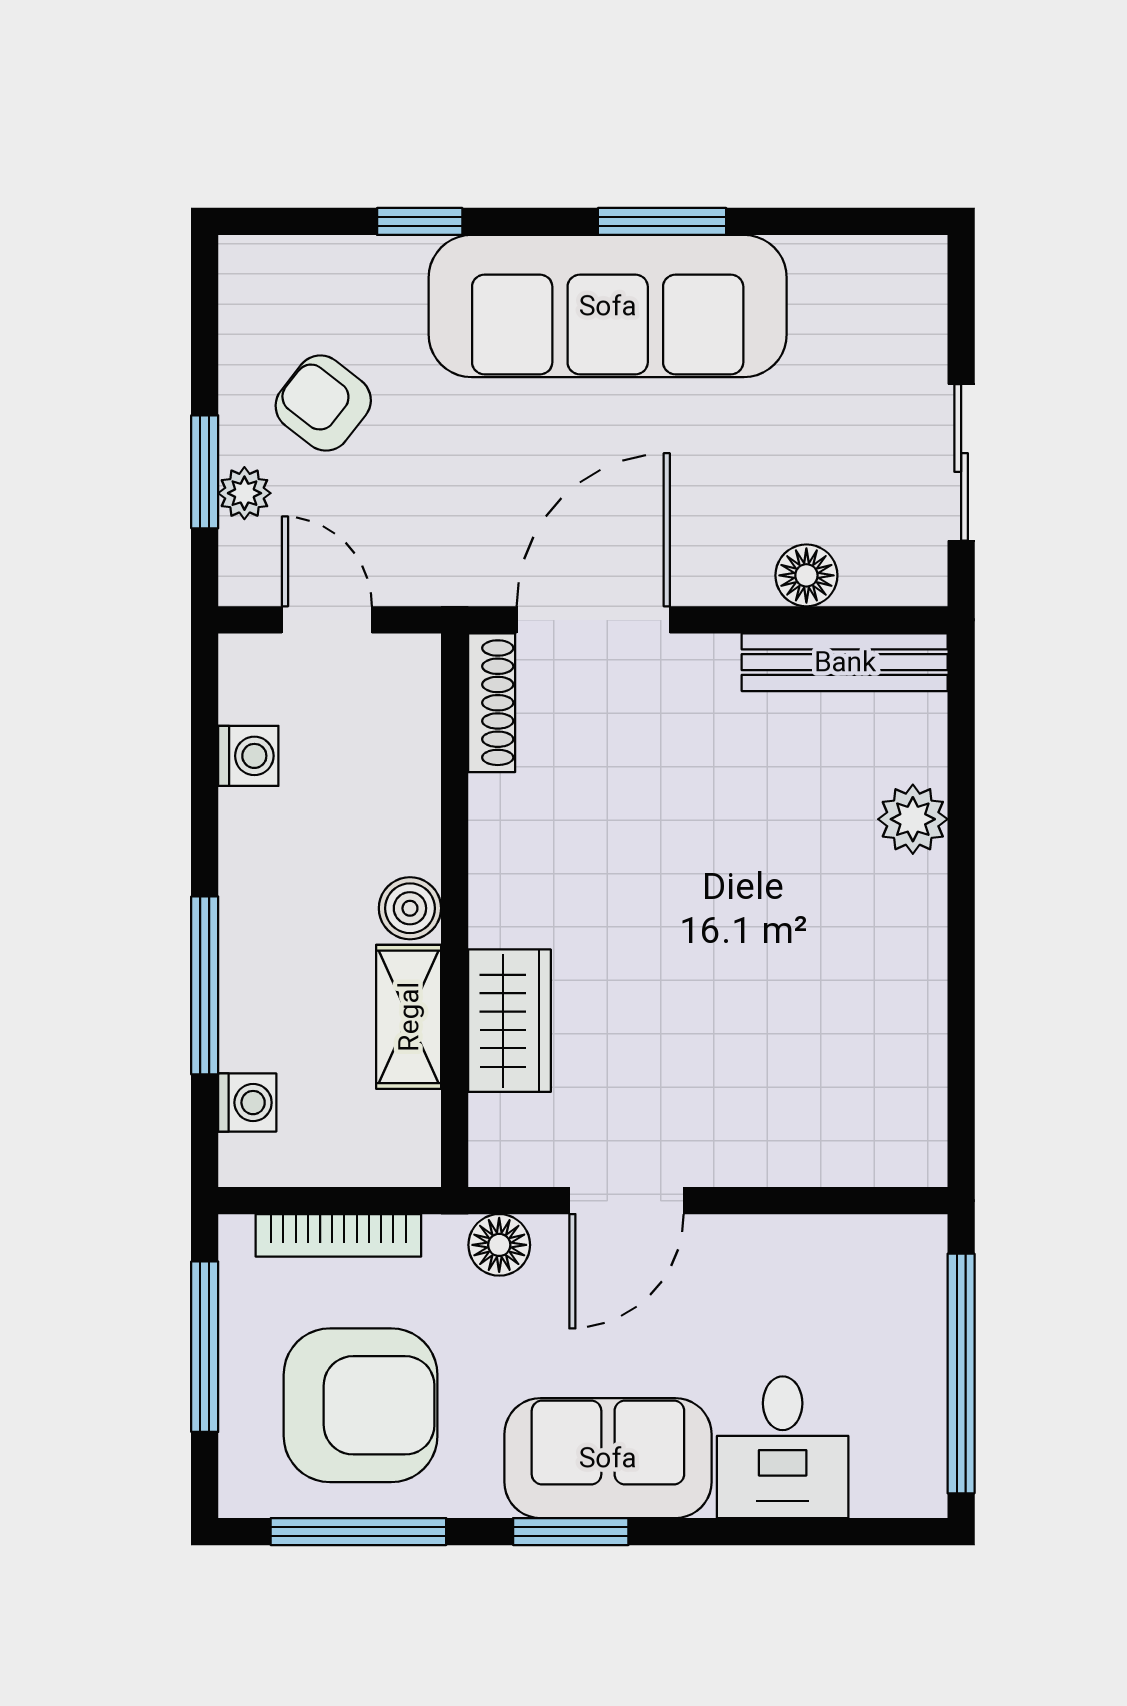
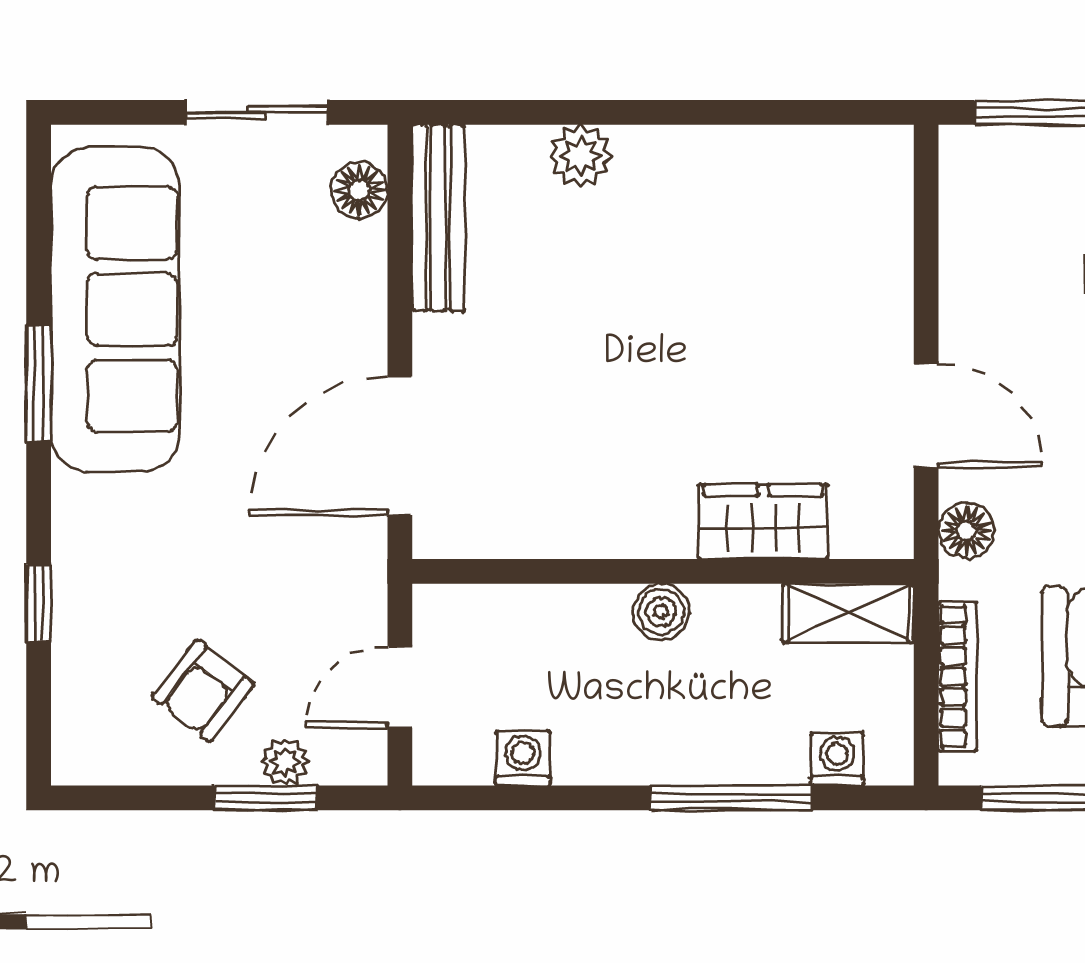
sofa: (608, 306) -> (115, 310), moved
floor lamp: (806, 575) -> (359, 190), moved
door: (593, 620) -> (400, 446), hinge flipped
shoe rack: (492, 703) -> (475, 538), removed
shelving: (409, 1017) -> (849, 613), moved

